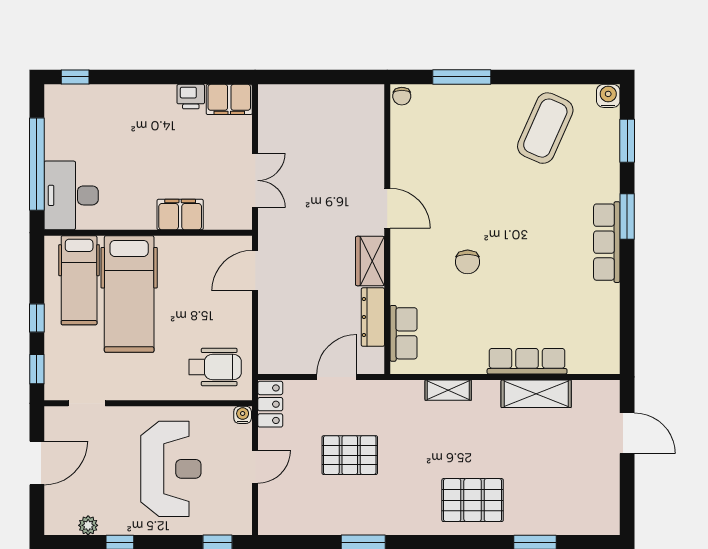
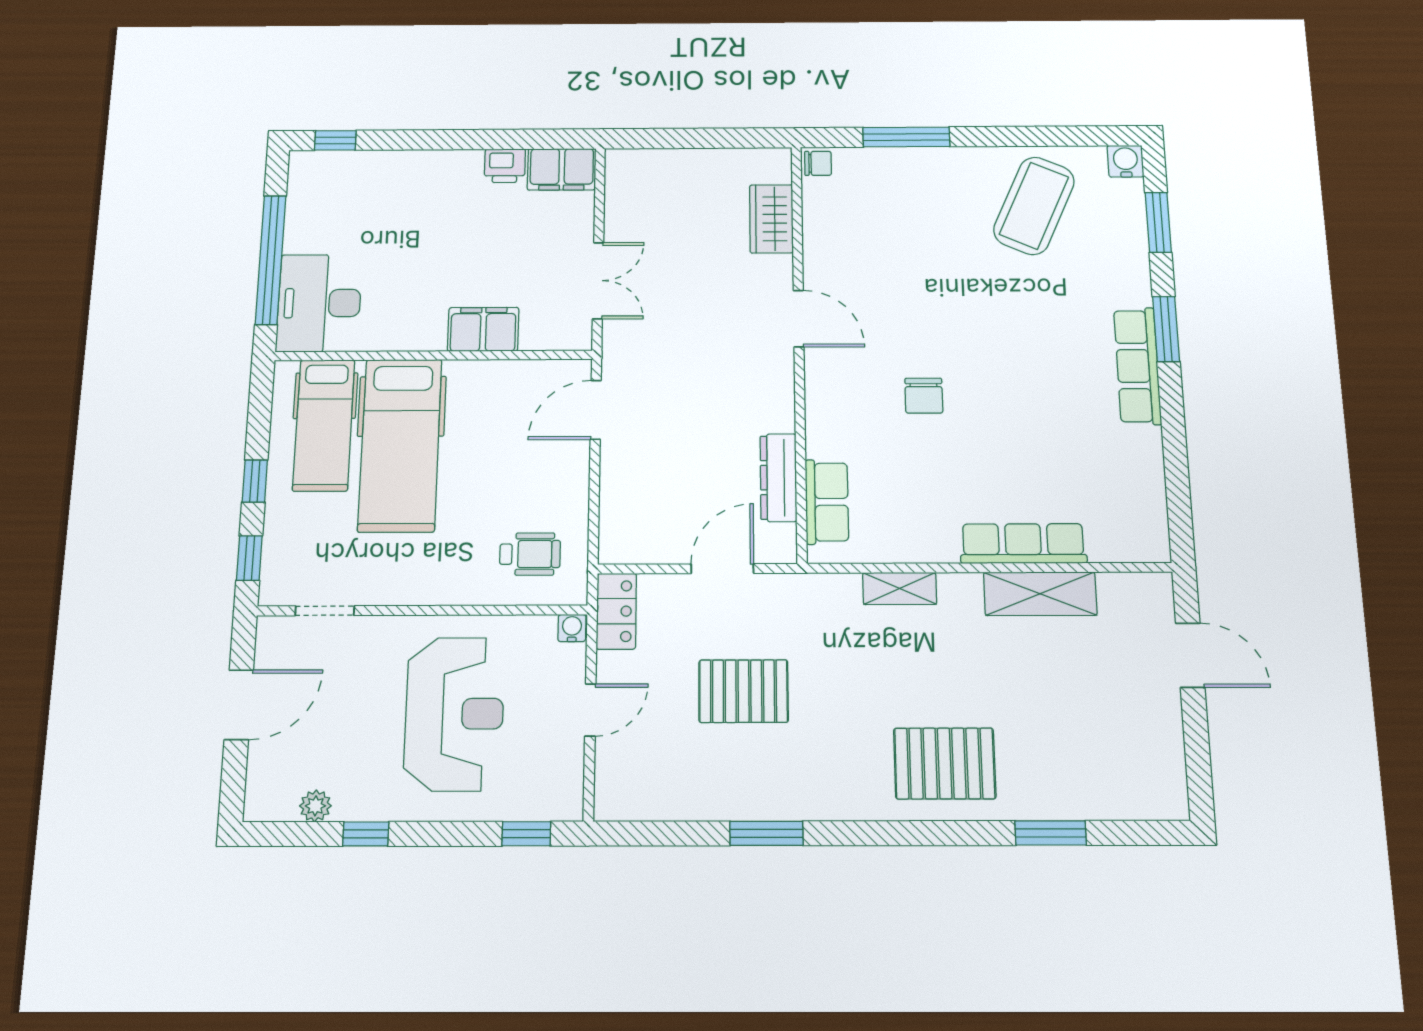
chair: (402, 96) -> (818, 163), turned -90
wardrobe: (370, 261) -> (771, 219), moved
wheelchair: (215, 367) -> (530, 554), width x0.73, depth x0.73

